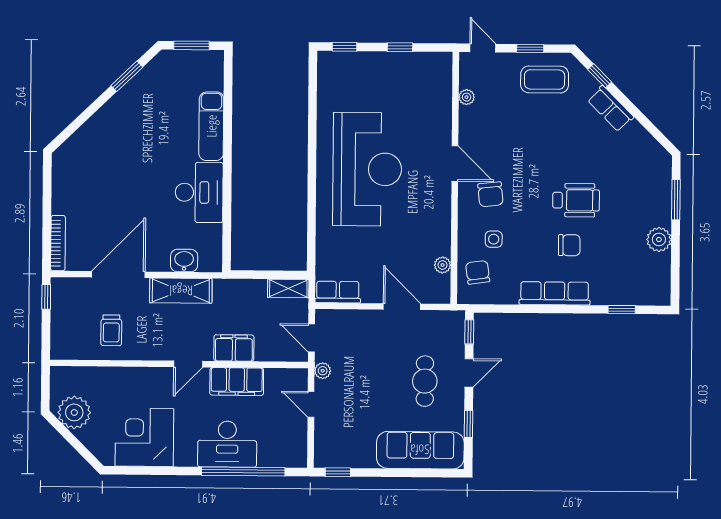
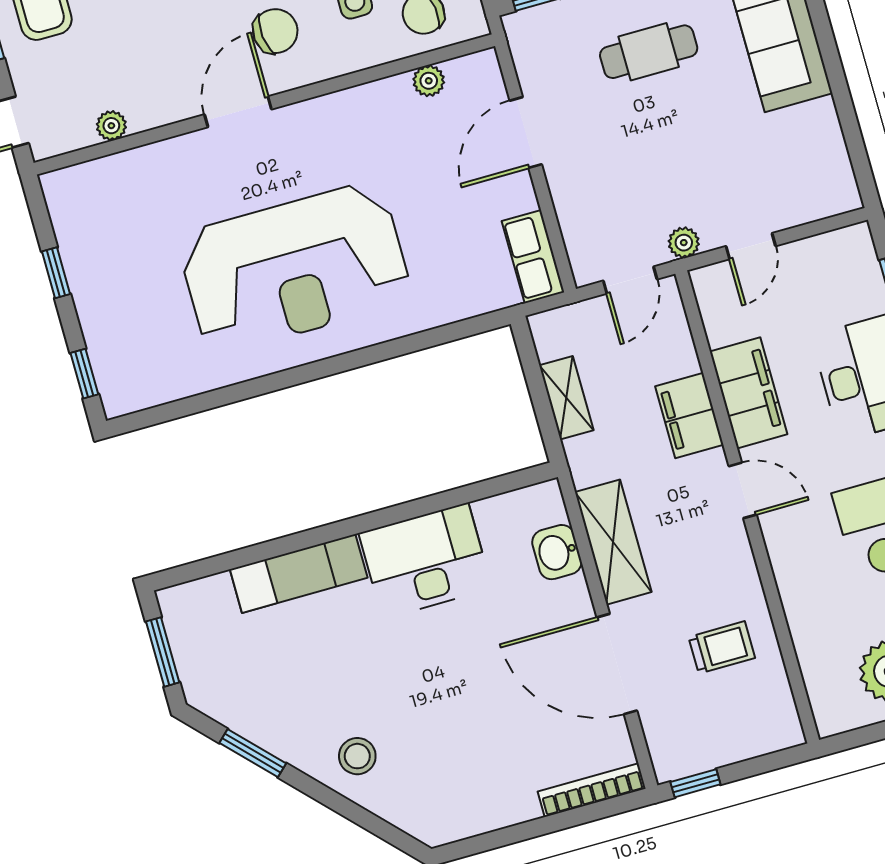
stool: (110, 129) -> (357, 756), added
reception desk: (367, 169) -> (295, 268), turned 180
shelving: (288, 288) -> (566, 398), moved
window: (338, 472) -> (860, 161), removed

